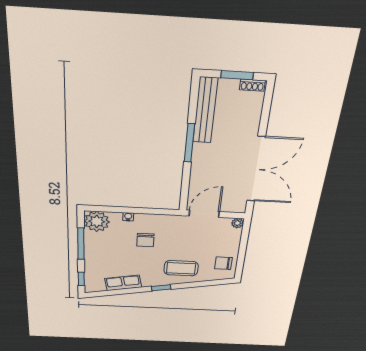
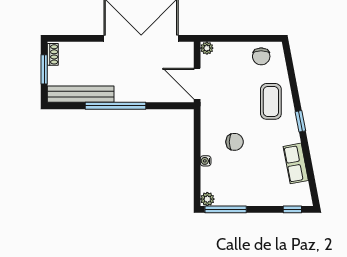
window: (189, 143) -> (116, 106), width x1.46
plant: (97, 221) -> (207, 199), width x0.53, depth x0.53
window: (81, 244) -> (226, 209), moved

